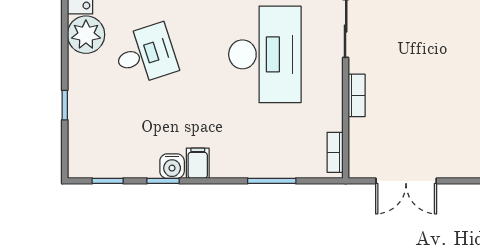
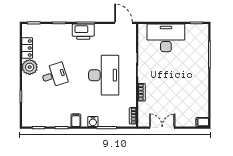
water cooler: (172, 166) -> (93, 121), moved
double door: (406, 181) -> (162, 128), swing flipped

